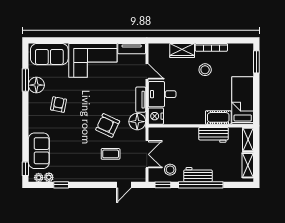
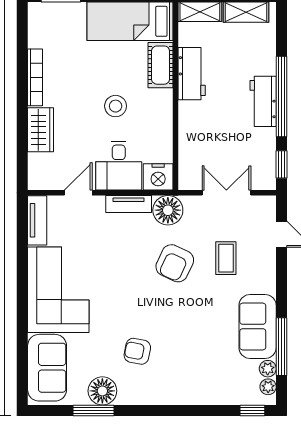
stool: (205, 70) -> (116, 106), moved
sofa: (39, 151) -> (258, 326), moved, turned -90
stool: (170, 170) -> (254, 151), removed
window: (61, 185) -> (281, 347), width x2.17

